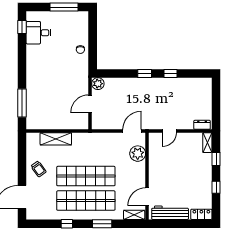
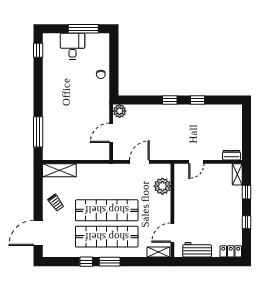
desk: (38, 33) -> (73, 46), moved, turned 90
door: (132, 131) -> (139, 162), moved
shelving: (56, 139) -> (59, 170), moved
workbench: (170, 213) -> (197, 250), width x0.73
window: (102, 224) -> (110, 262), moved

